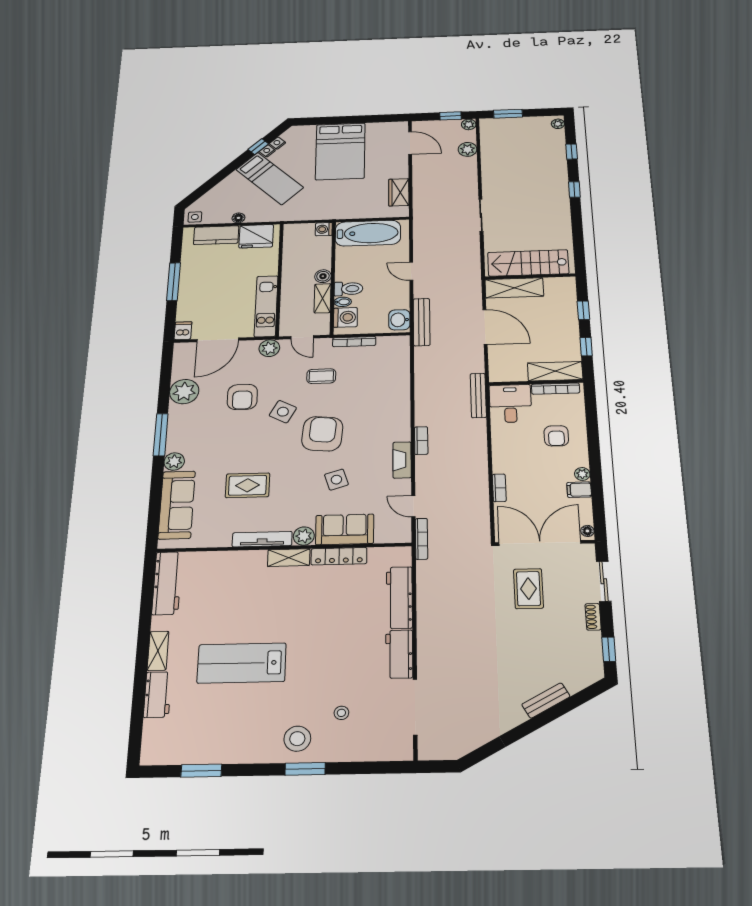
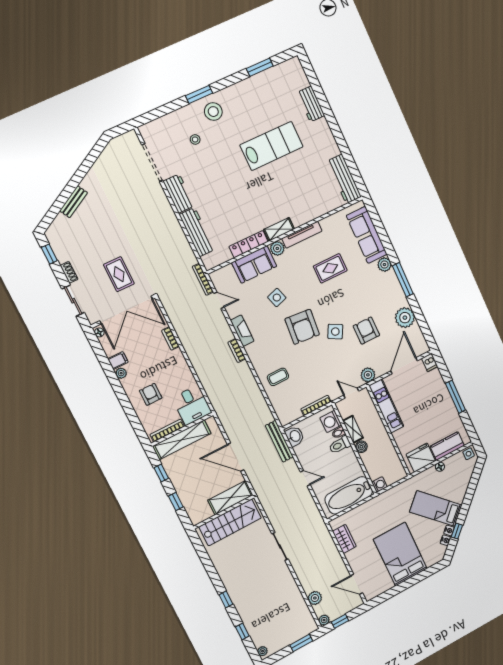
shelving: (555, 371) -> (182, 440), width x1.47
coffee table: (321, 376) -> (278, 377), moved
bench: (478, 395) -> (216, 402), removed
shelving: (158, 651) -> (326, 132), removed

